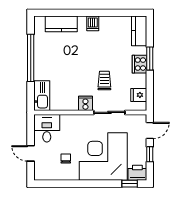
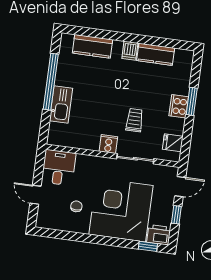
kitchen counter: (139, 31) -> (156, 54), moved, turned -90
kitchen sink: (42, 96) -> (61, 104), moved

